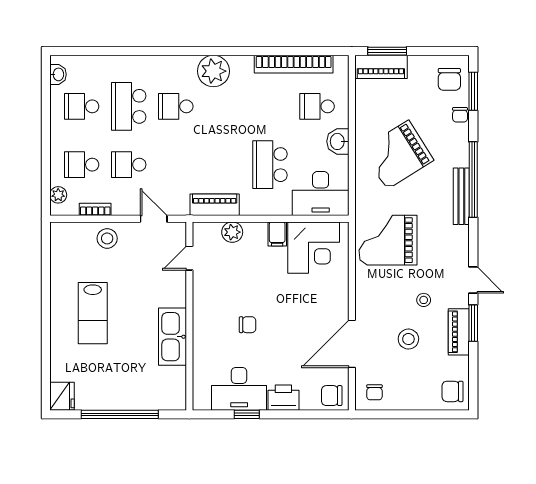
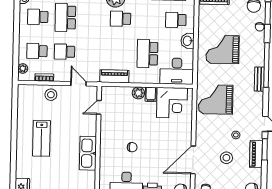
school desk: (176, 106) -> (121, 19), moved
grand piano: (398, 155) -> (223, 49), turned 32
bench: (461, 196) -> (259, 79), width x0.73
plant: (232, 232) -> (138, 93), moved

